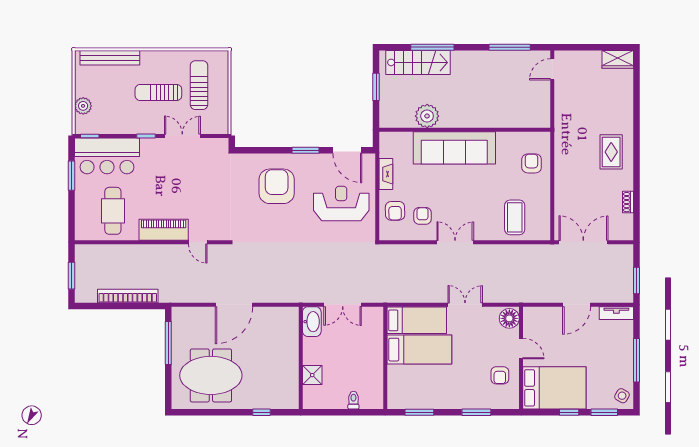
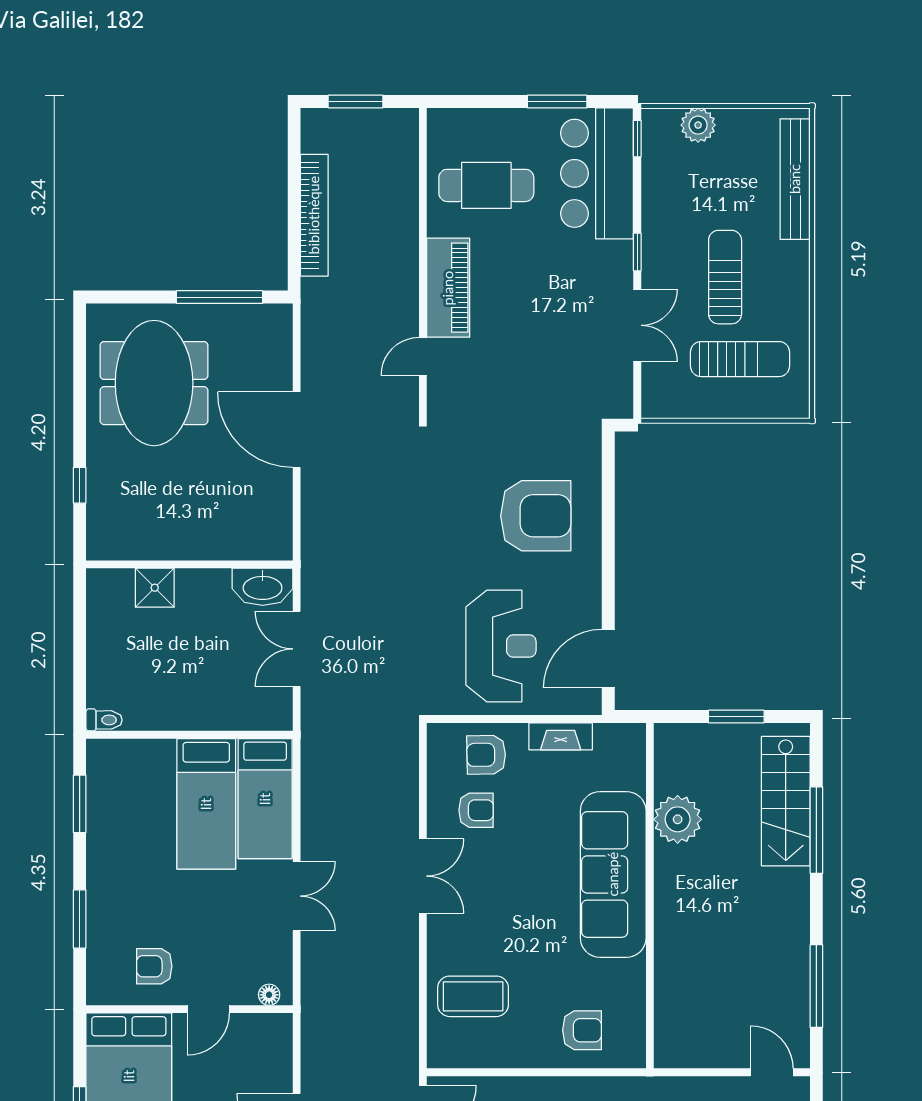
window: (306, 150) -> (608, 574), removed
floor lamp: (509, 318) -> (269, 995), width x0.53, depth x0.53
toilet: (353, 400) -> (104, 720), moved

